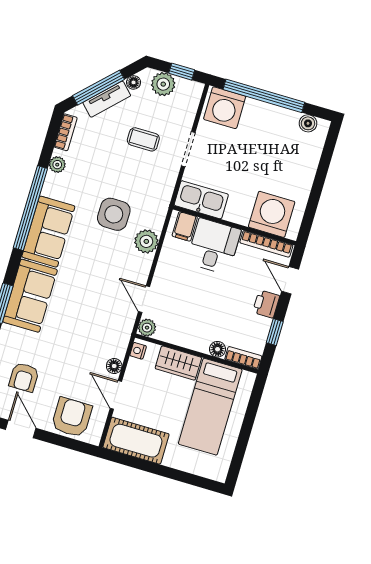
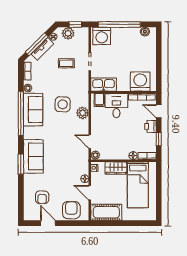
sofa: (48, 232) -> (33, 110), moved

